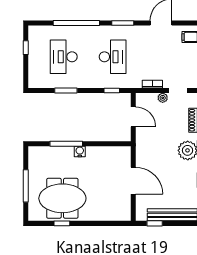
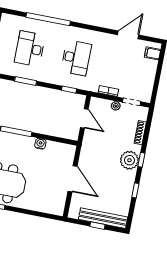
window: (123, 23) -> (92, 28), removed
water cooler: (80, 151) -> (40, 144), moved
window: (155, 223) -> (97, 226), moved

